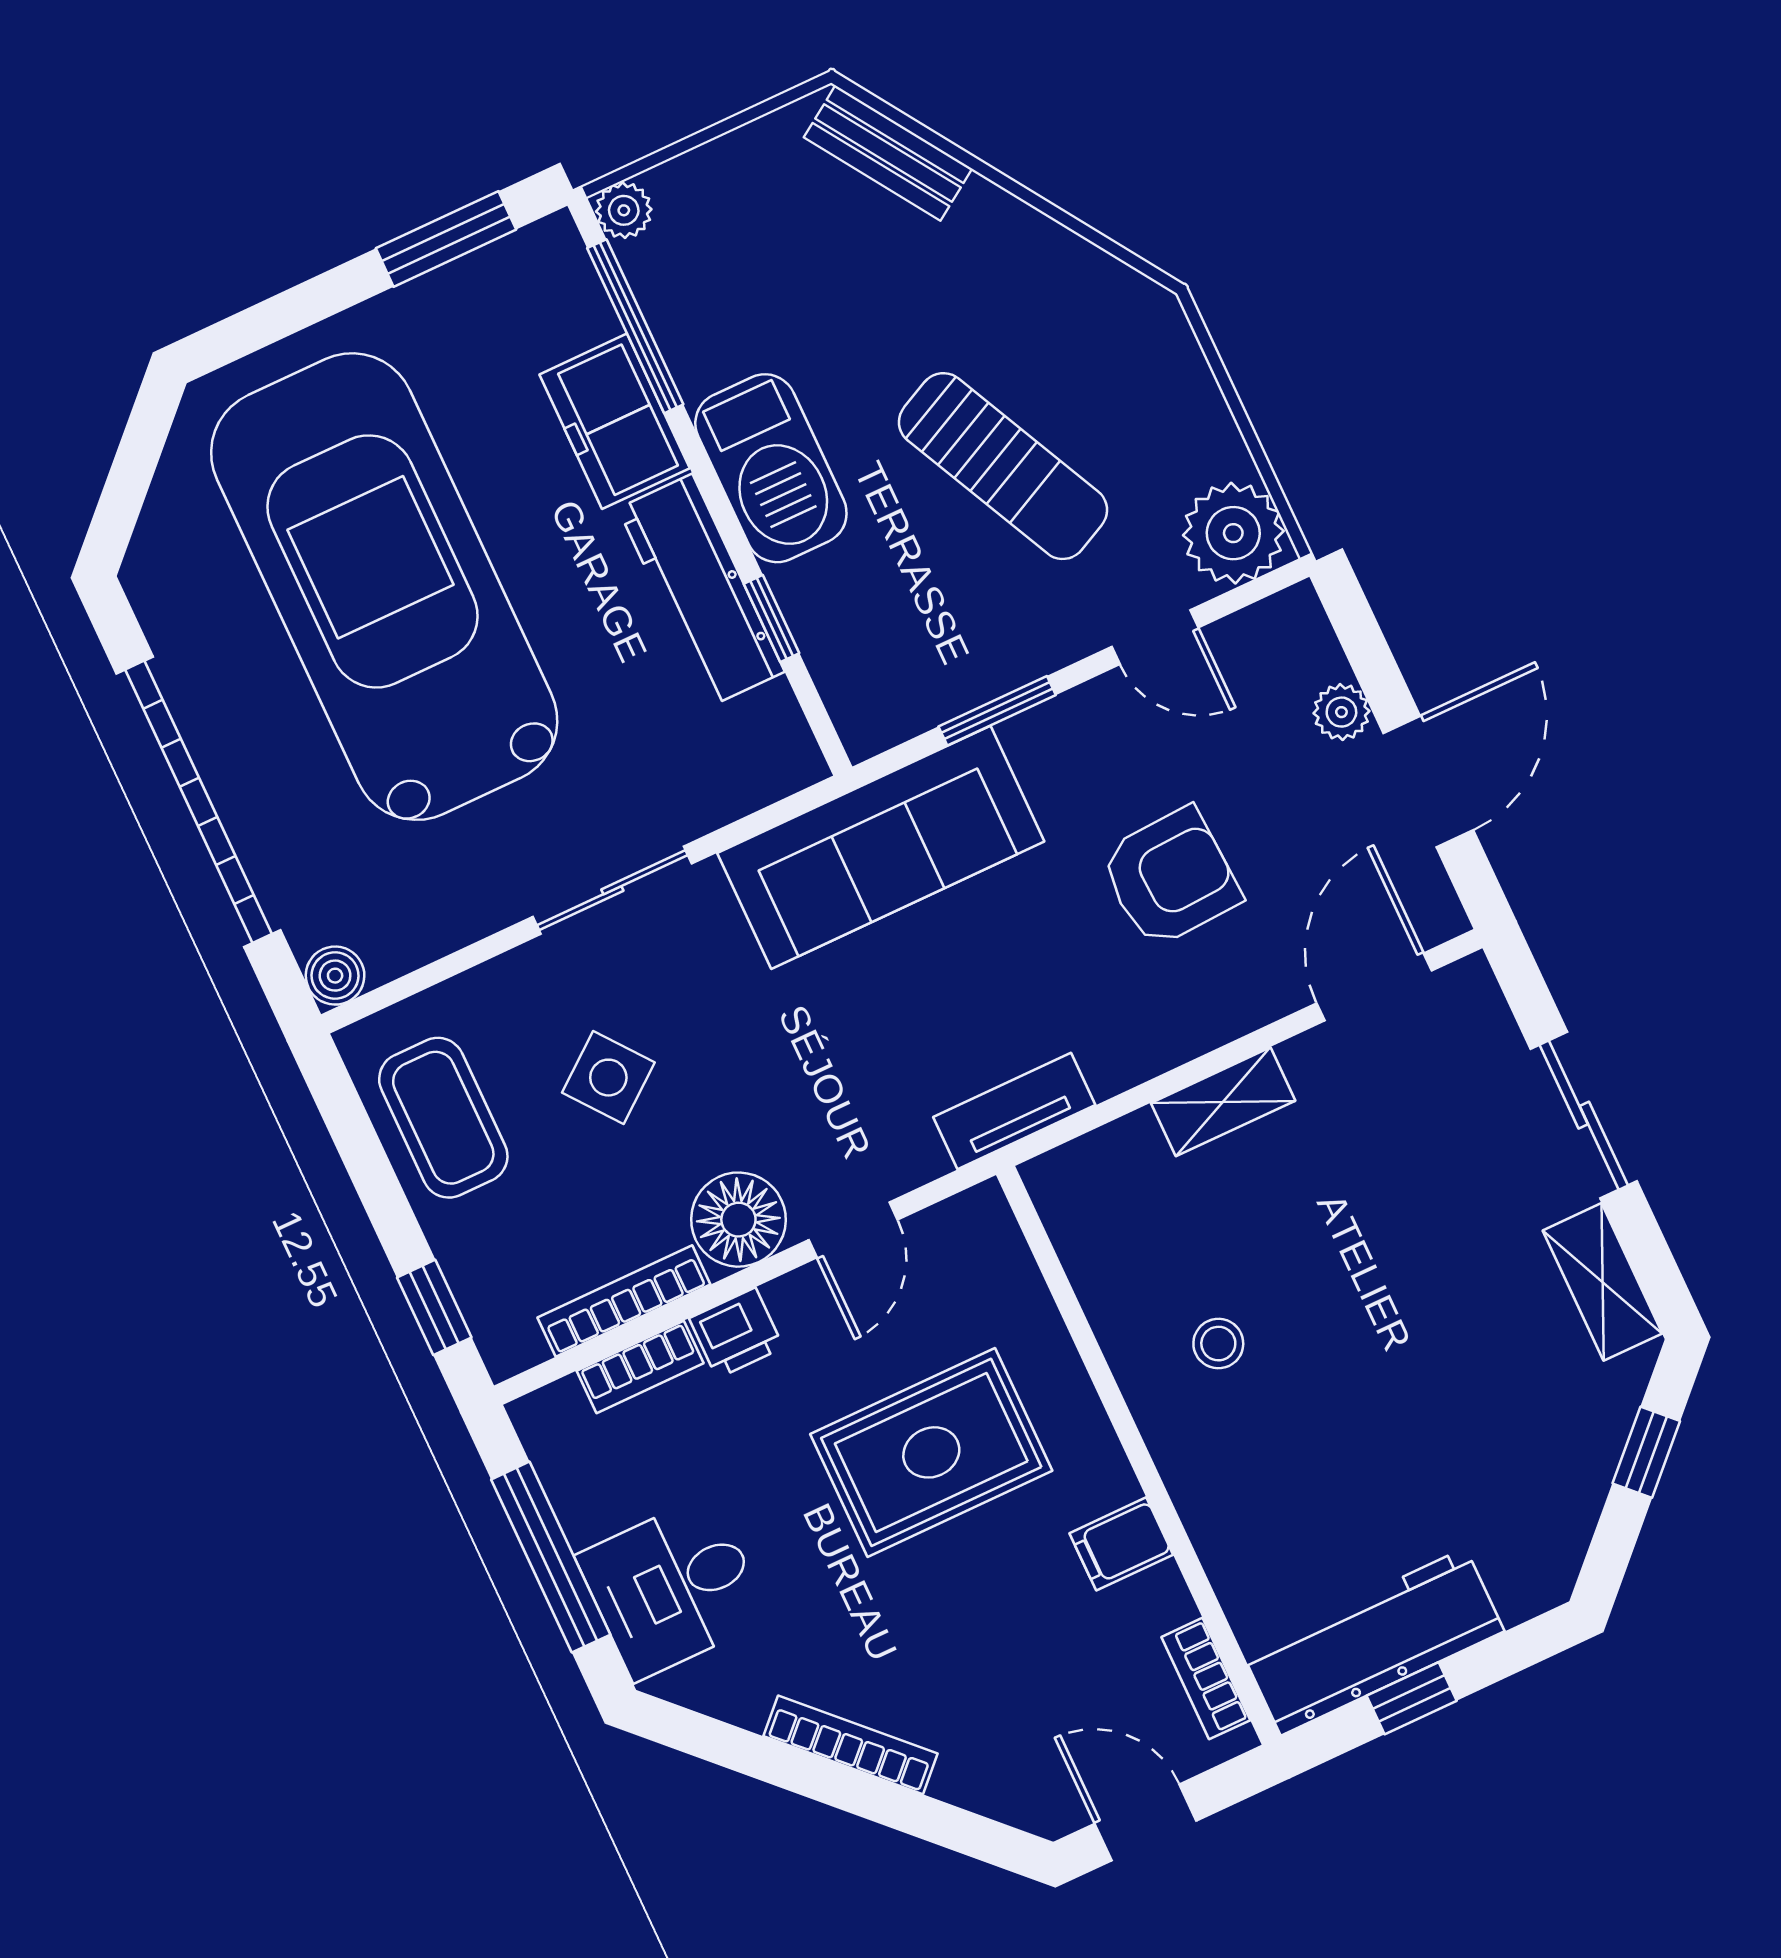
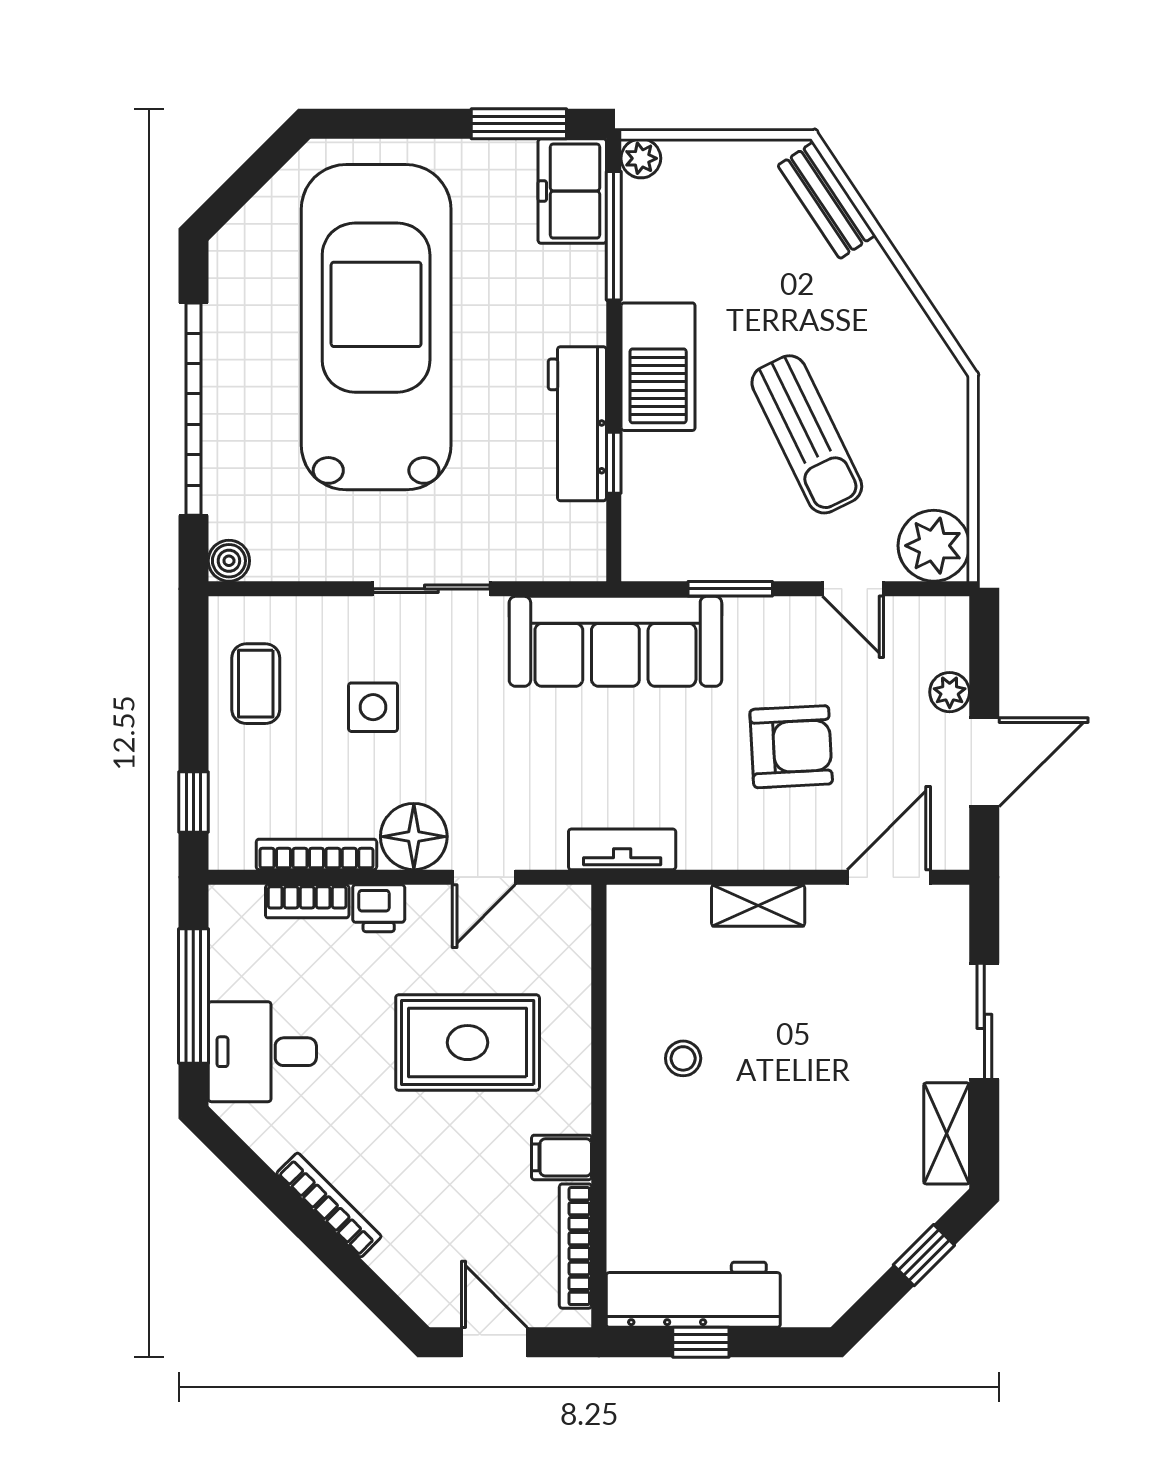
freezer: (615, 421) -> (572, 191), moved
side table: (608, 1078) -> (373, 707), turned 38
coffee table: (443, 1118) -> (256, 684), width x0.73, depth x0.77
bookcase: (1206, 1679) -> (575, 1246), width x1.56

